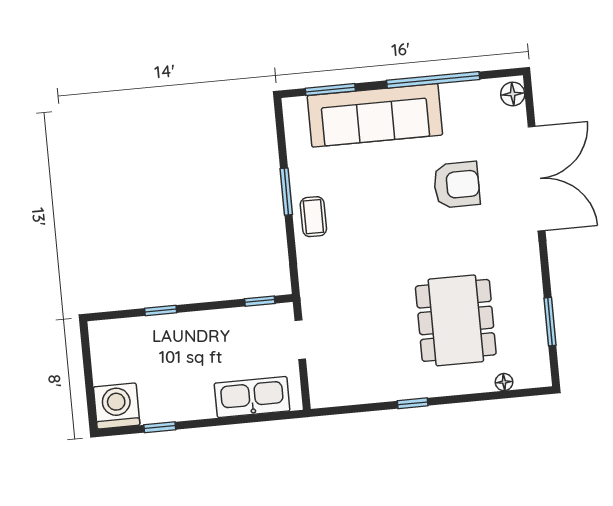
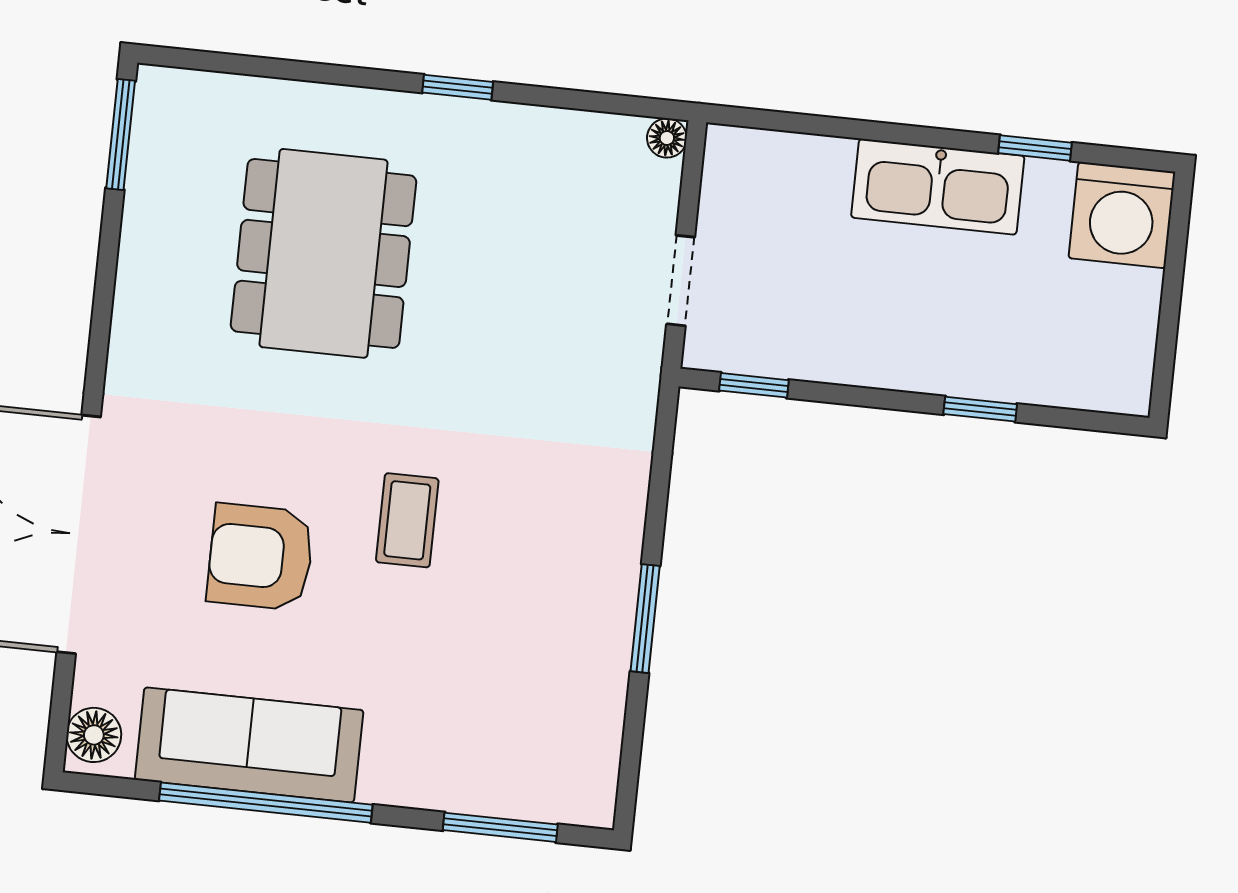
sofa: (375, 115) -> (249, 745), moved, width x0.74, depth x0.79
coffee table: (313, 217) -> (407, 520), moved
window: (550, 322) -> (121, 135), moved
floor lamp: (504, 382) -> (667, 138), moved
kitchen sink: (252, 397) -> (938, 187), moved

